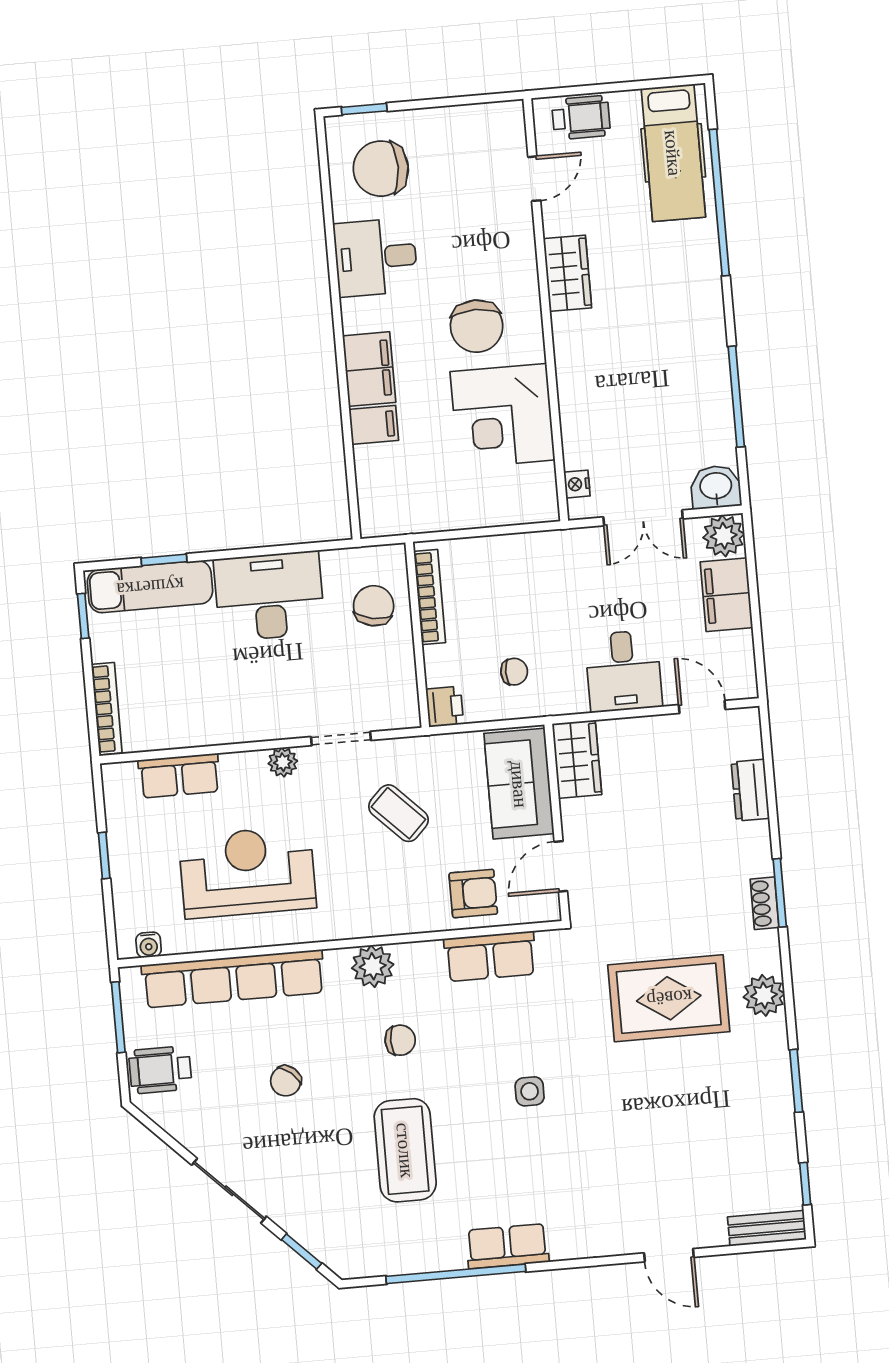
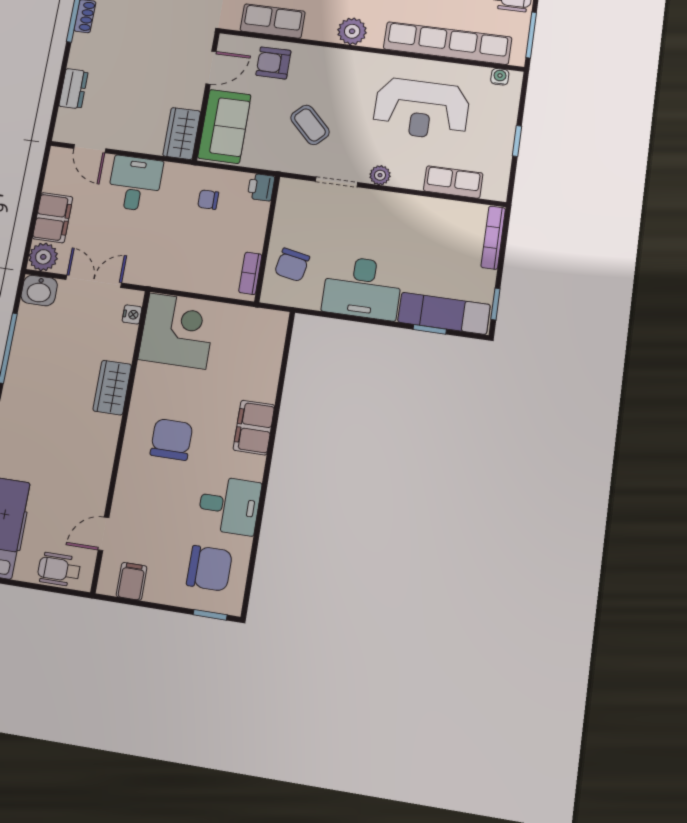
wardrobe: (567, 273) -> (112, 388), moved
corner desk: (503, 416) -> (177, 331), moved
filing cabinet: (374, 425) -> (132, 581), moved, turned 90
bookcase: (430, 597) -> (250, 273), width x0.64

